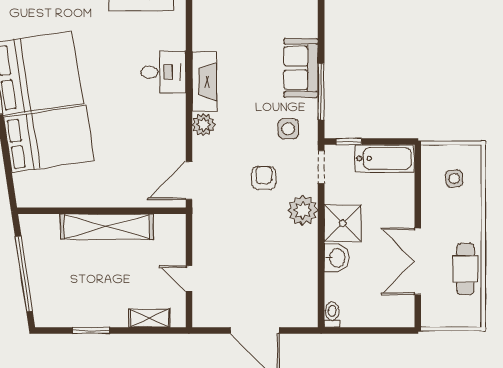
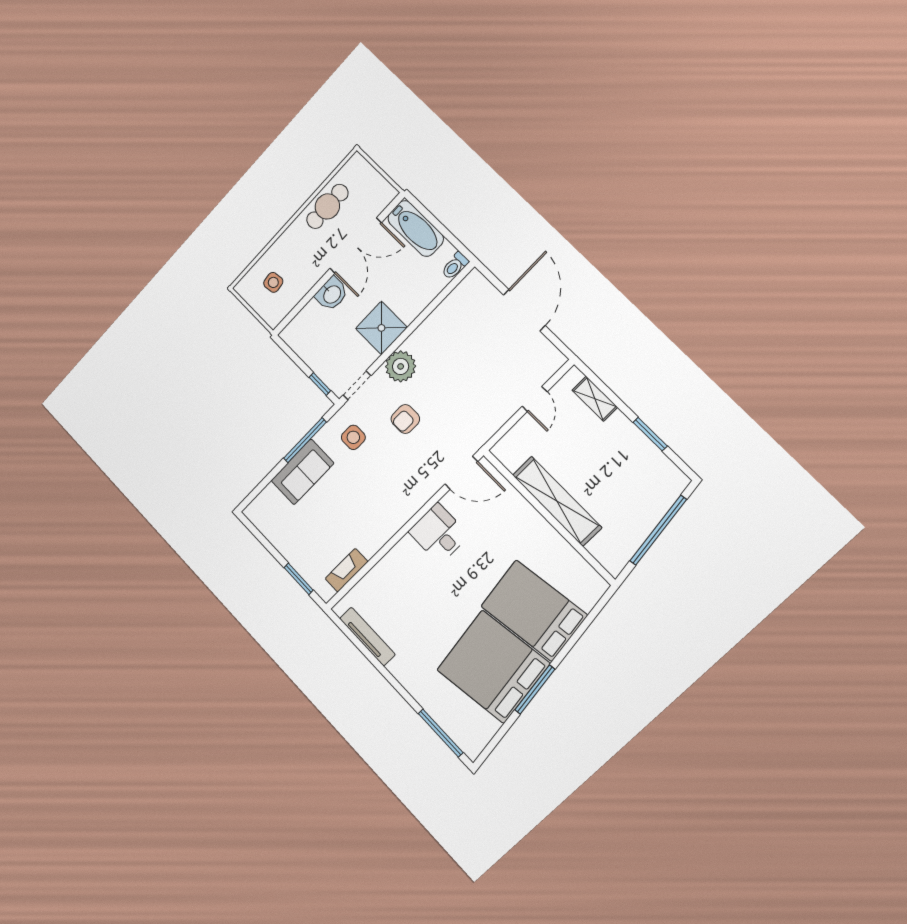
desk: (163, 72) -> (439, 533), moved
fireplace: (204, 81) -> (347, 570), moved, width x0.73, depth x0.76
plant: (204, 125) -> (410, 503), removed
bathtub: (384, 158) -> (416, 228), moved, turned 180
washbasin: (337, 258) -> (332, 294), moved, turned 180

